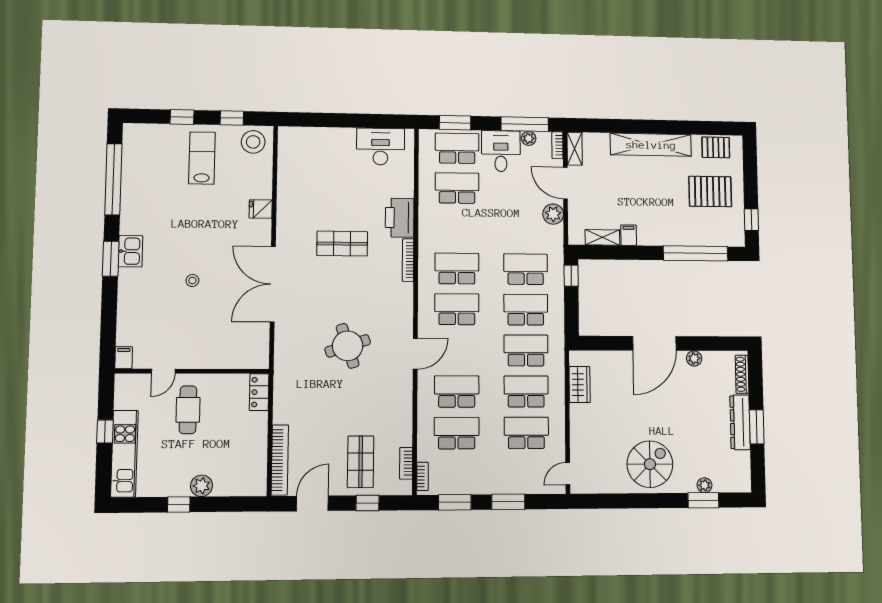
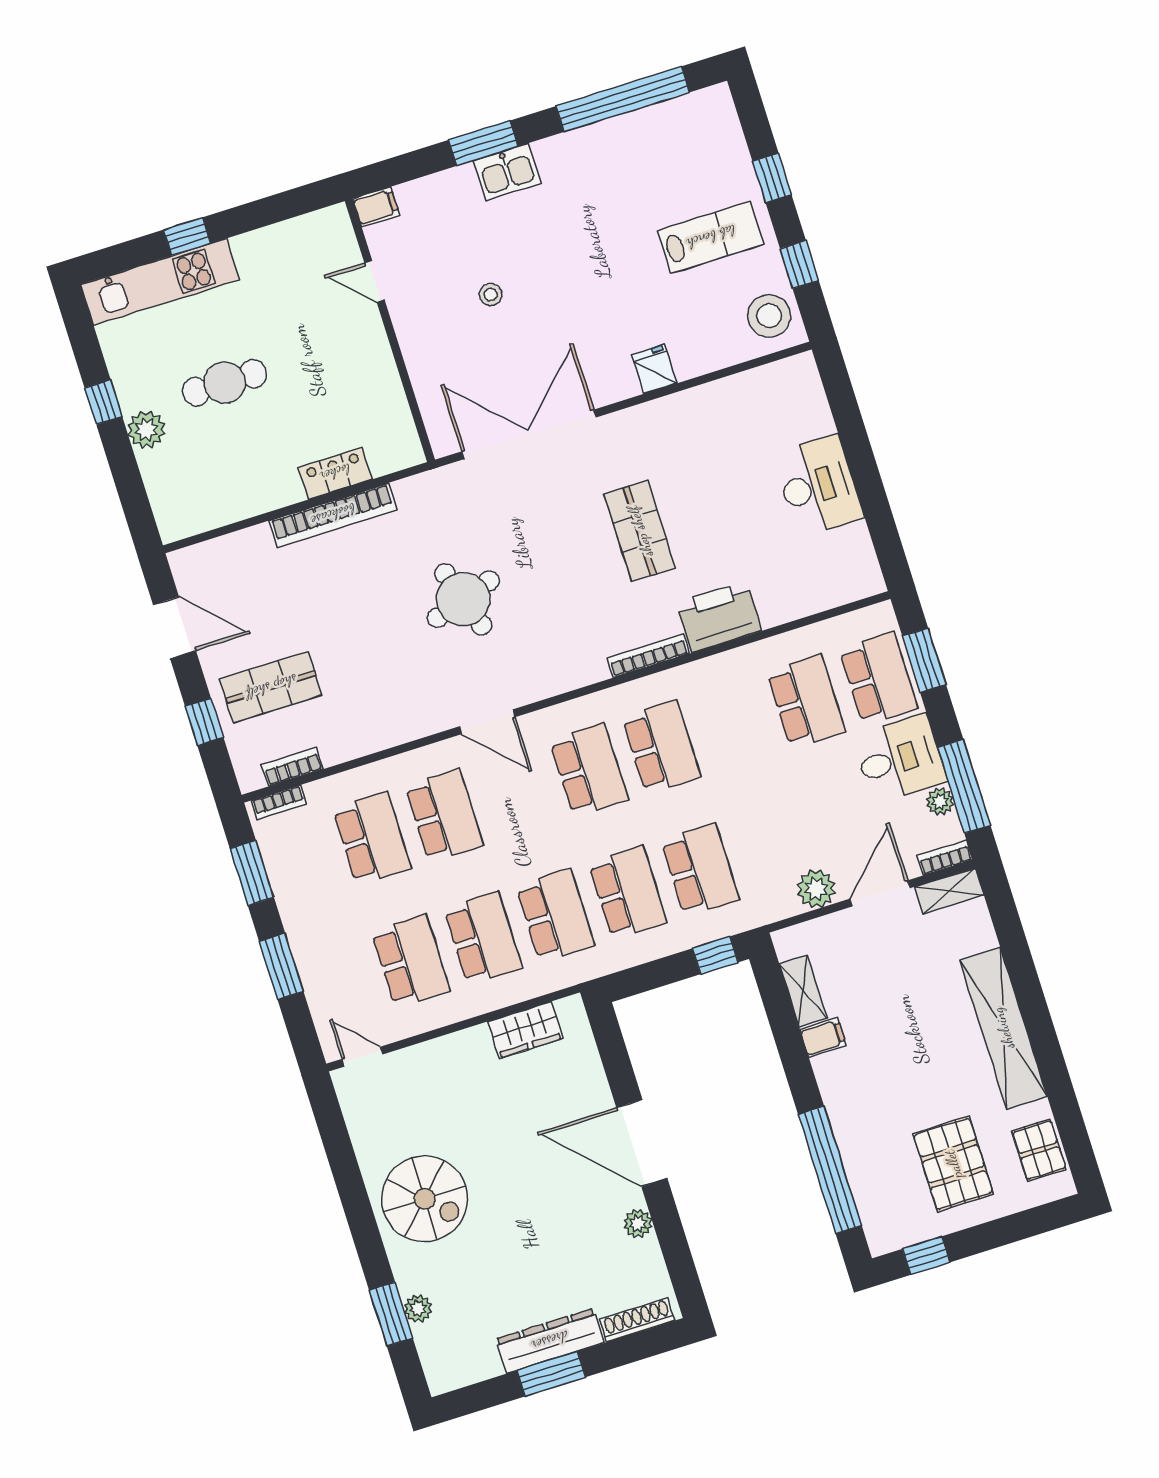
desk: (380, 147) -> (818, 486), moved
filing cabinet: (124, 358) -> (376, 207), moved
door: (163, 371) -> (374, 281), moved
wall: (192, 371) -> (390, 330), moved
cafe table: (188, 410) -> (225, 383), moved
bookcase: (280, 460) -> (333, 515), moved

